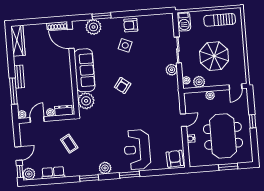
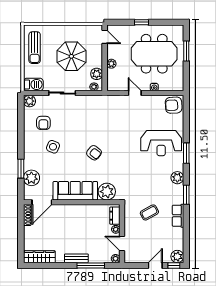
armchair: (131, 25) -> (43, 123), moved
plant: (172, 70) -> (29, 101), moved
door: (18, 153) -> (155, 265), hinge flipped
row of seats: (53, 173) -> (178, 216), moved

